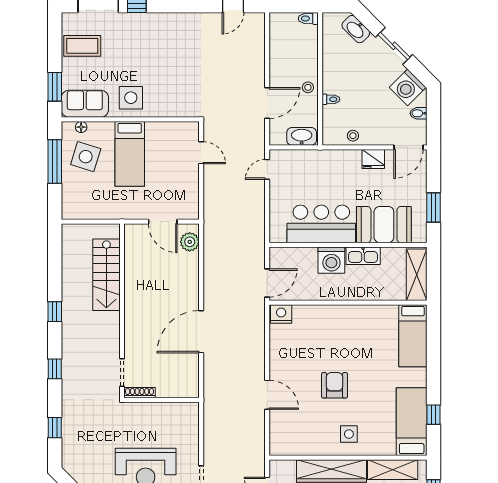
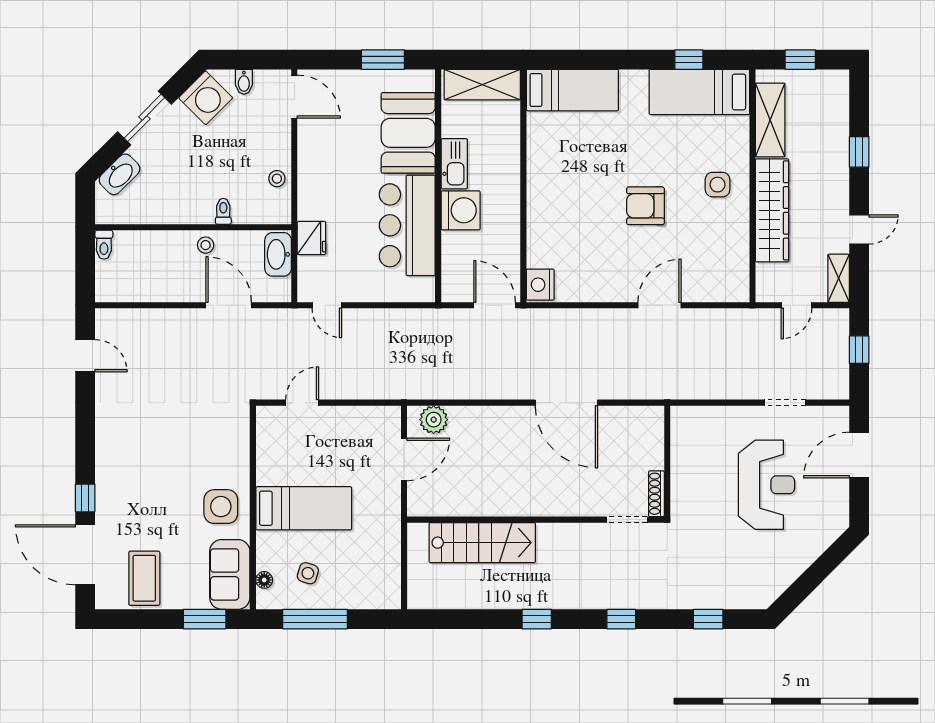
side table: (86, 157) -> (308, 573), width x0.54, depth x0.54
fridge: (373, 159) -> (311, 238), moved

